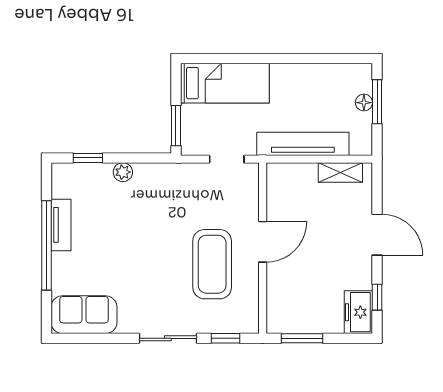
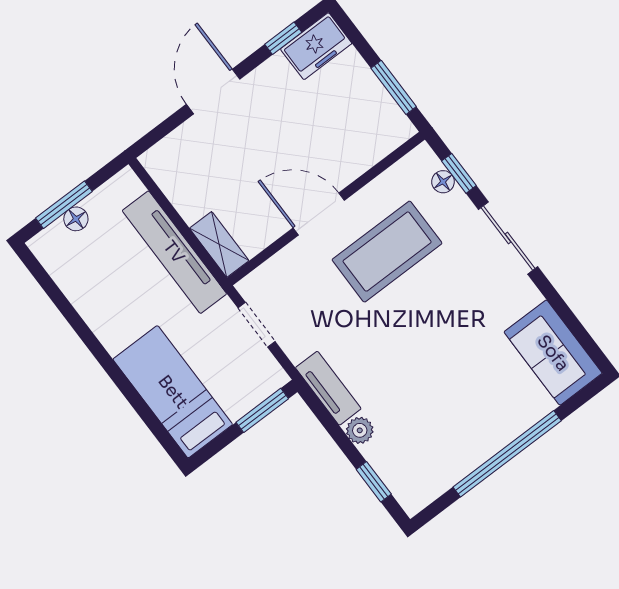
shelving: (340, 173) -> (219, 244), moved
tv unit: (61, 225) -> (328, 388), moved, turned 90
floor lamp: (228, 326) -> (443, 182), added

